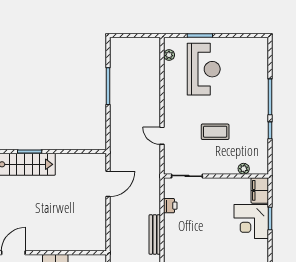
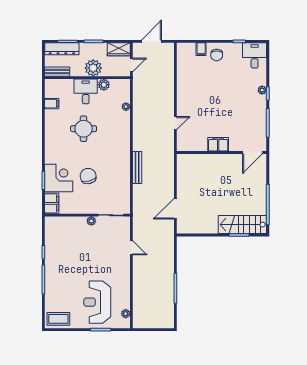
coffee table: (215, 132) -> (58, 319), moved
plant: (244, 169) -> (91, 221), moved
printer: (170, 206) -> (125, 191), removed
chair: (215, 224) -> (88, 176), added

